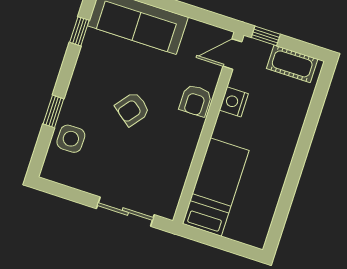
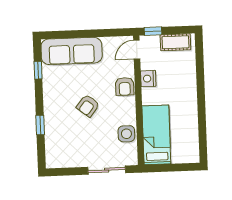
side table: (71, 139) -> (126, 134), moved

